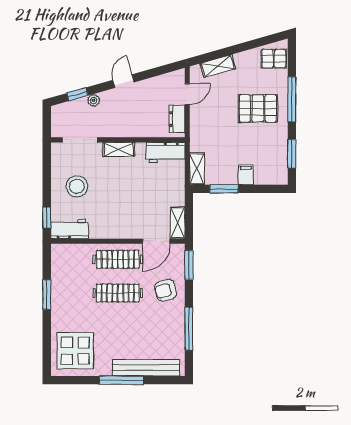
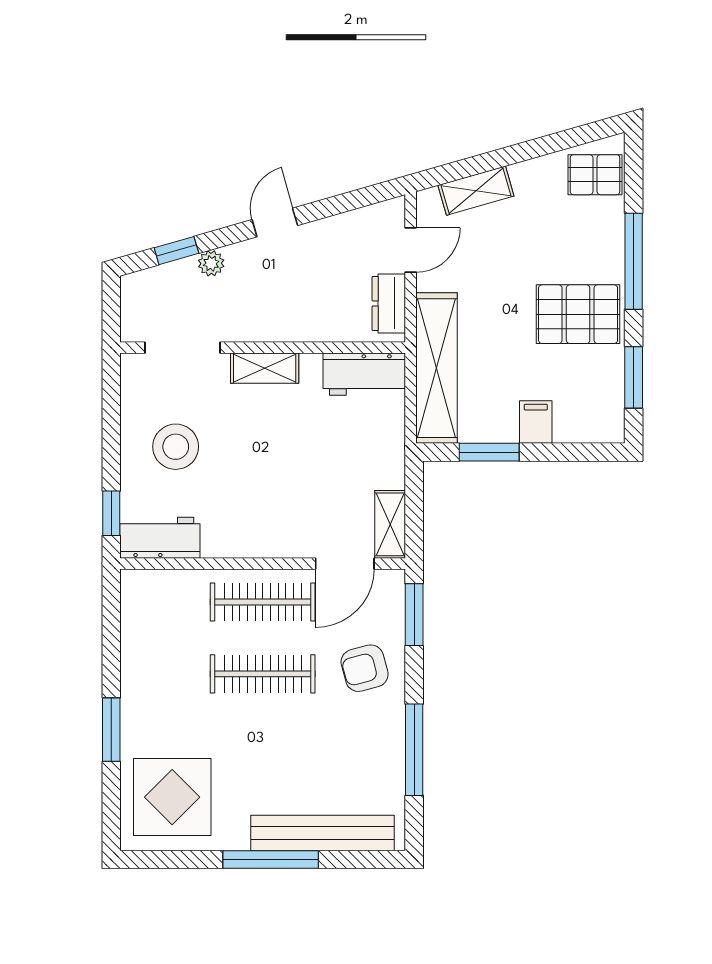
pallet: (258, 108) -> (578, 314), moved
shelving: (197, 169) -> (436, 368), width x2.20, depth x1.33
window: (47, 294) -> (111, 730), moved

